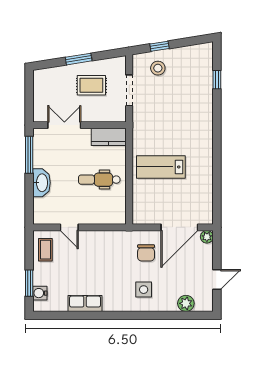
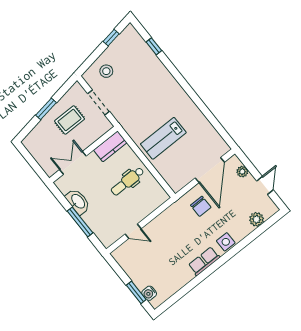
window: (159, 46) -> (111, 38), moved
window: (29, 155) -> (80, 222), moved
washbasin: (42, 183) -> (78, 202), moved
plant: (207, 237) -> (242, 172), moved
coffee table: (45, 250) -> (129, 260), removed
side table: (144, 290) -> (226, 242), moved
row of seats: (85, 303) -> (204, 261), moved

